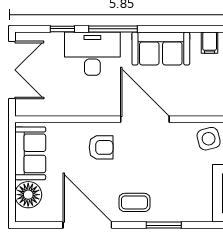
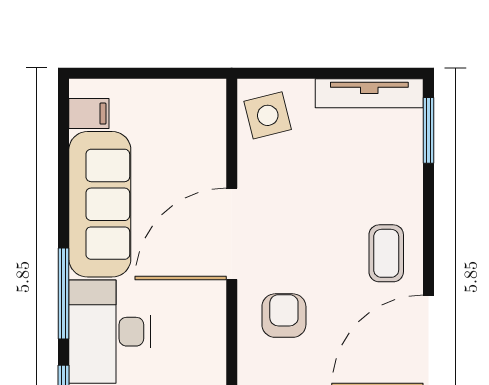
sofa: (161, 48) -> (100, 204), width x1.36
window: (164, 225) -> (428, 130), moved

